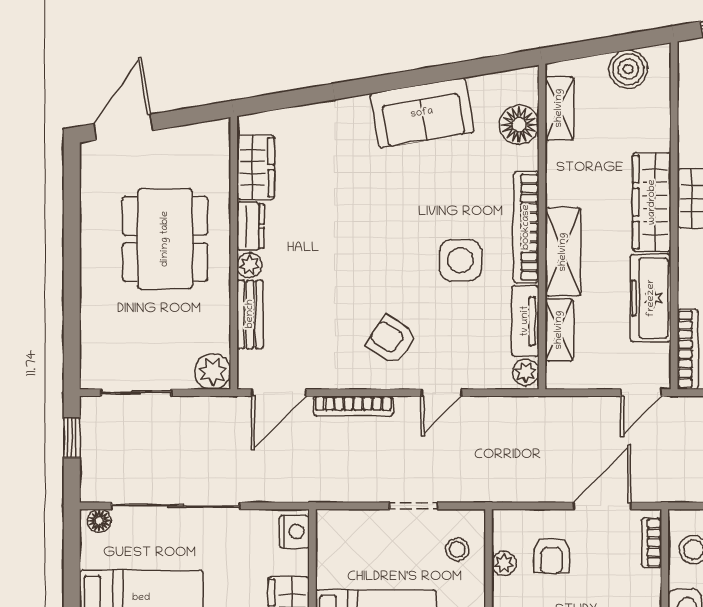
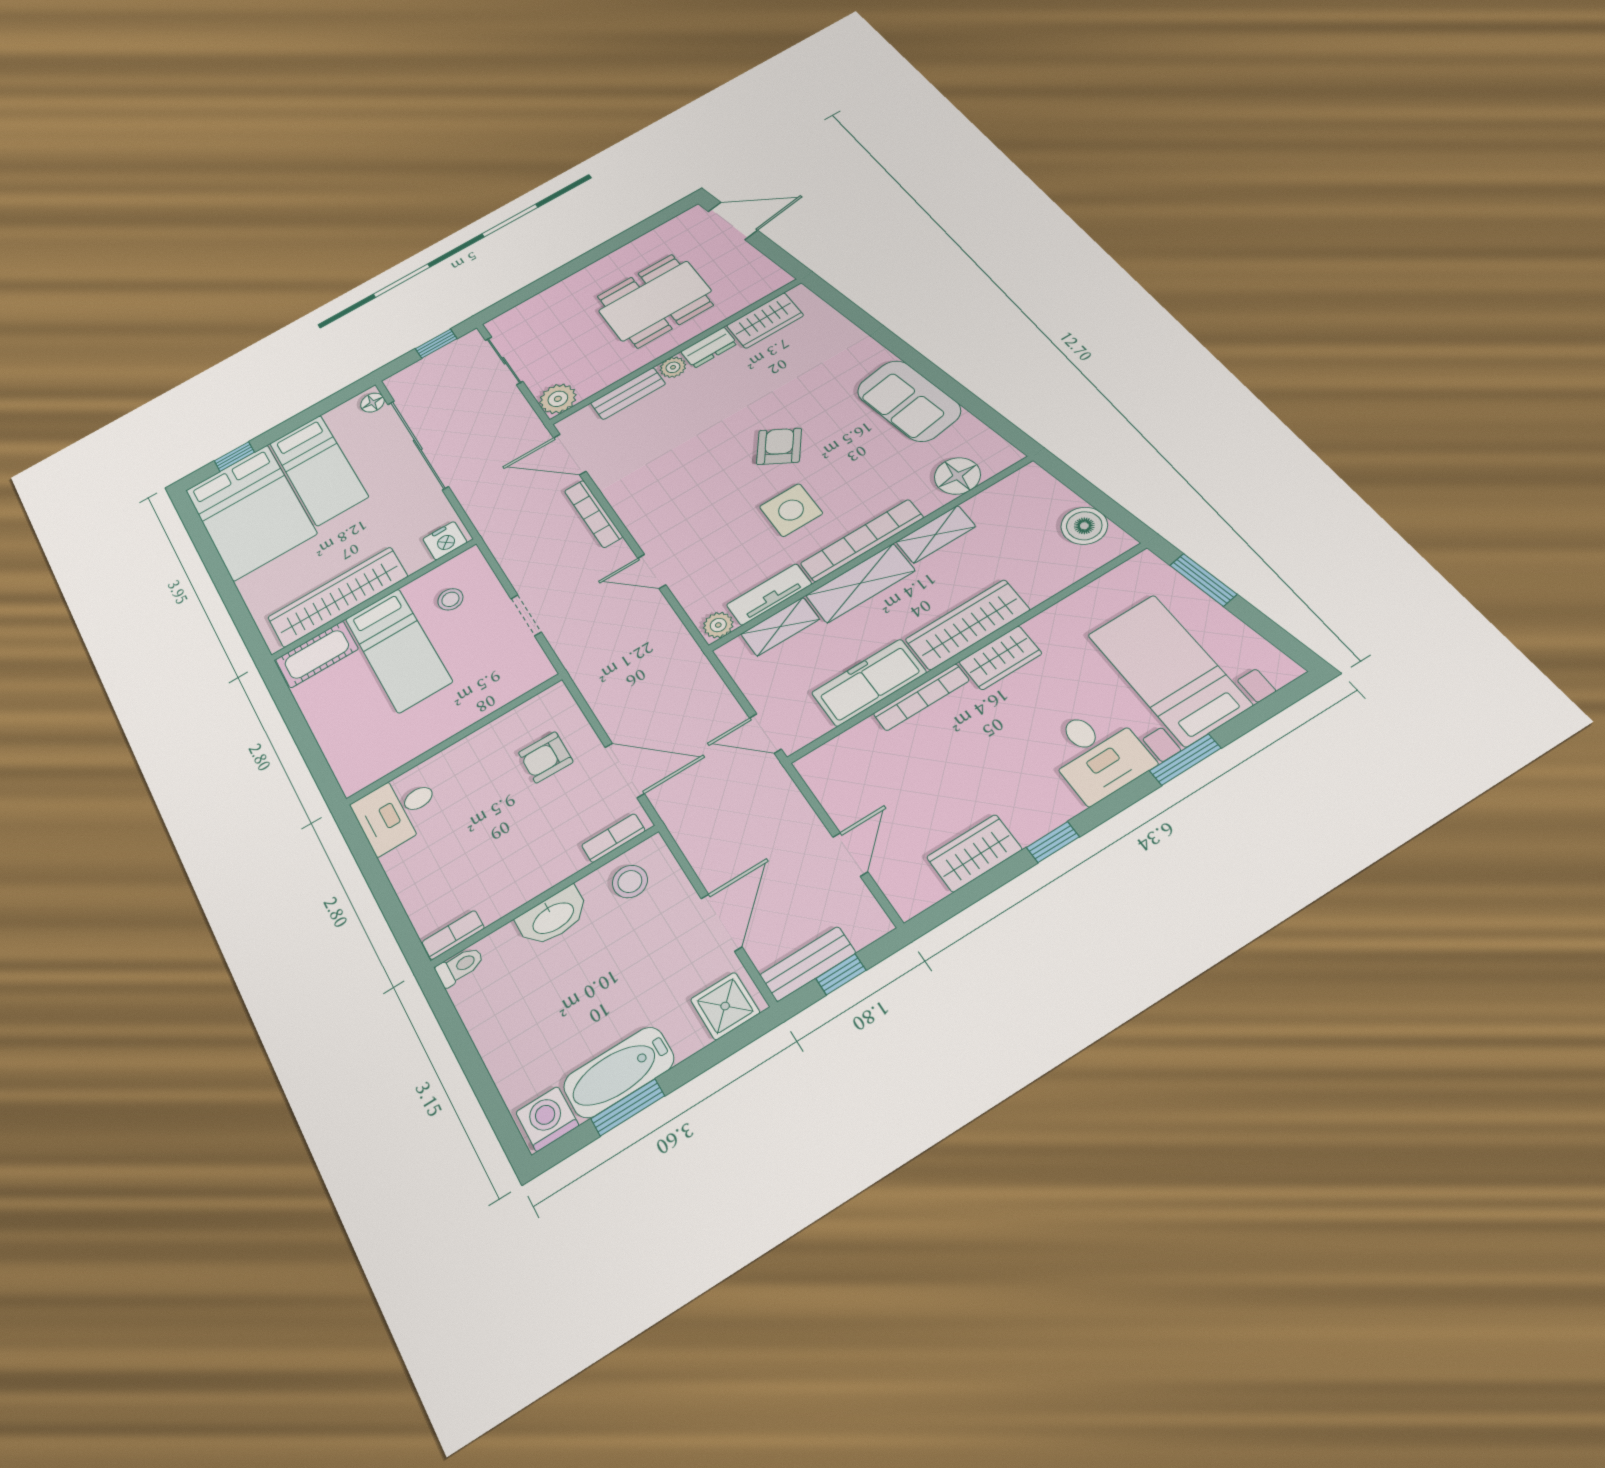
shelving: (559, 108) -> (936, 534), moved
armchair: (391, 340) -> (779, 446), moved
bookcase: (688, 349) -> (921, 697), moved
stool: (457, 549) -> (450, 599), moved
plant: (504, 563) -> (513, 722), removed

